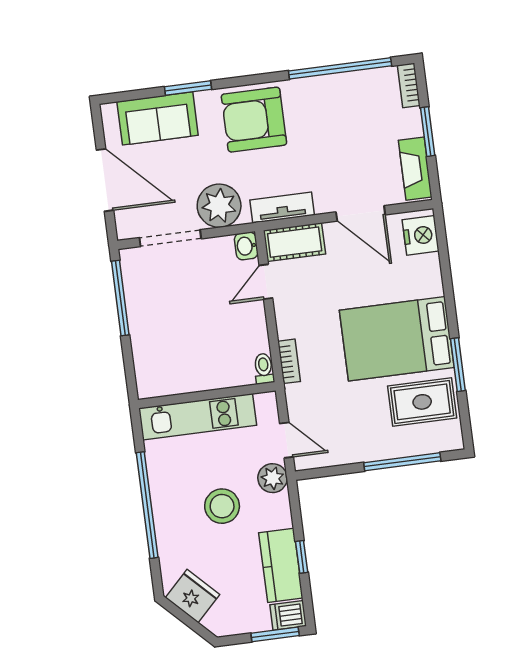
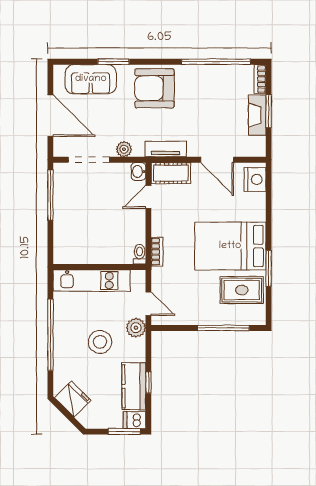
fireplace: (415, 169) -> (257, 115), moved
plant: (219, 206) -> (124, 149), width x0.53, depth x0.53

